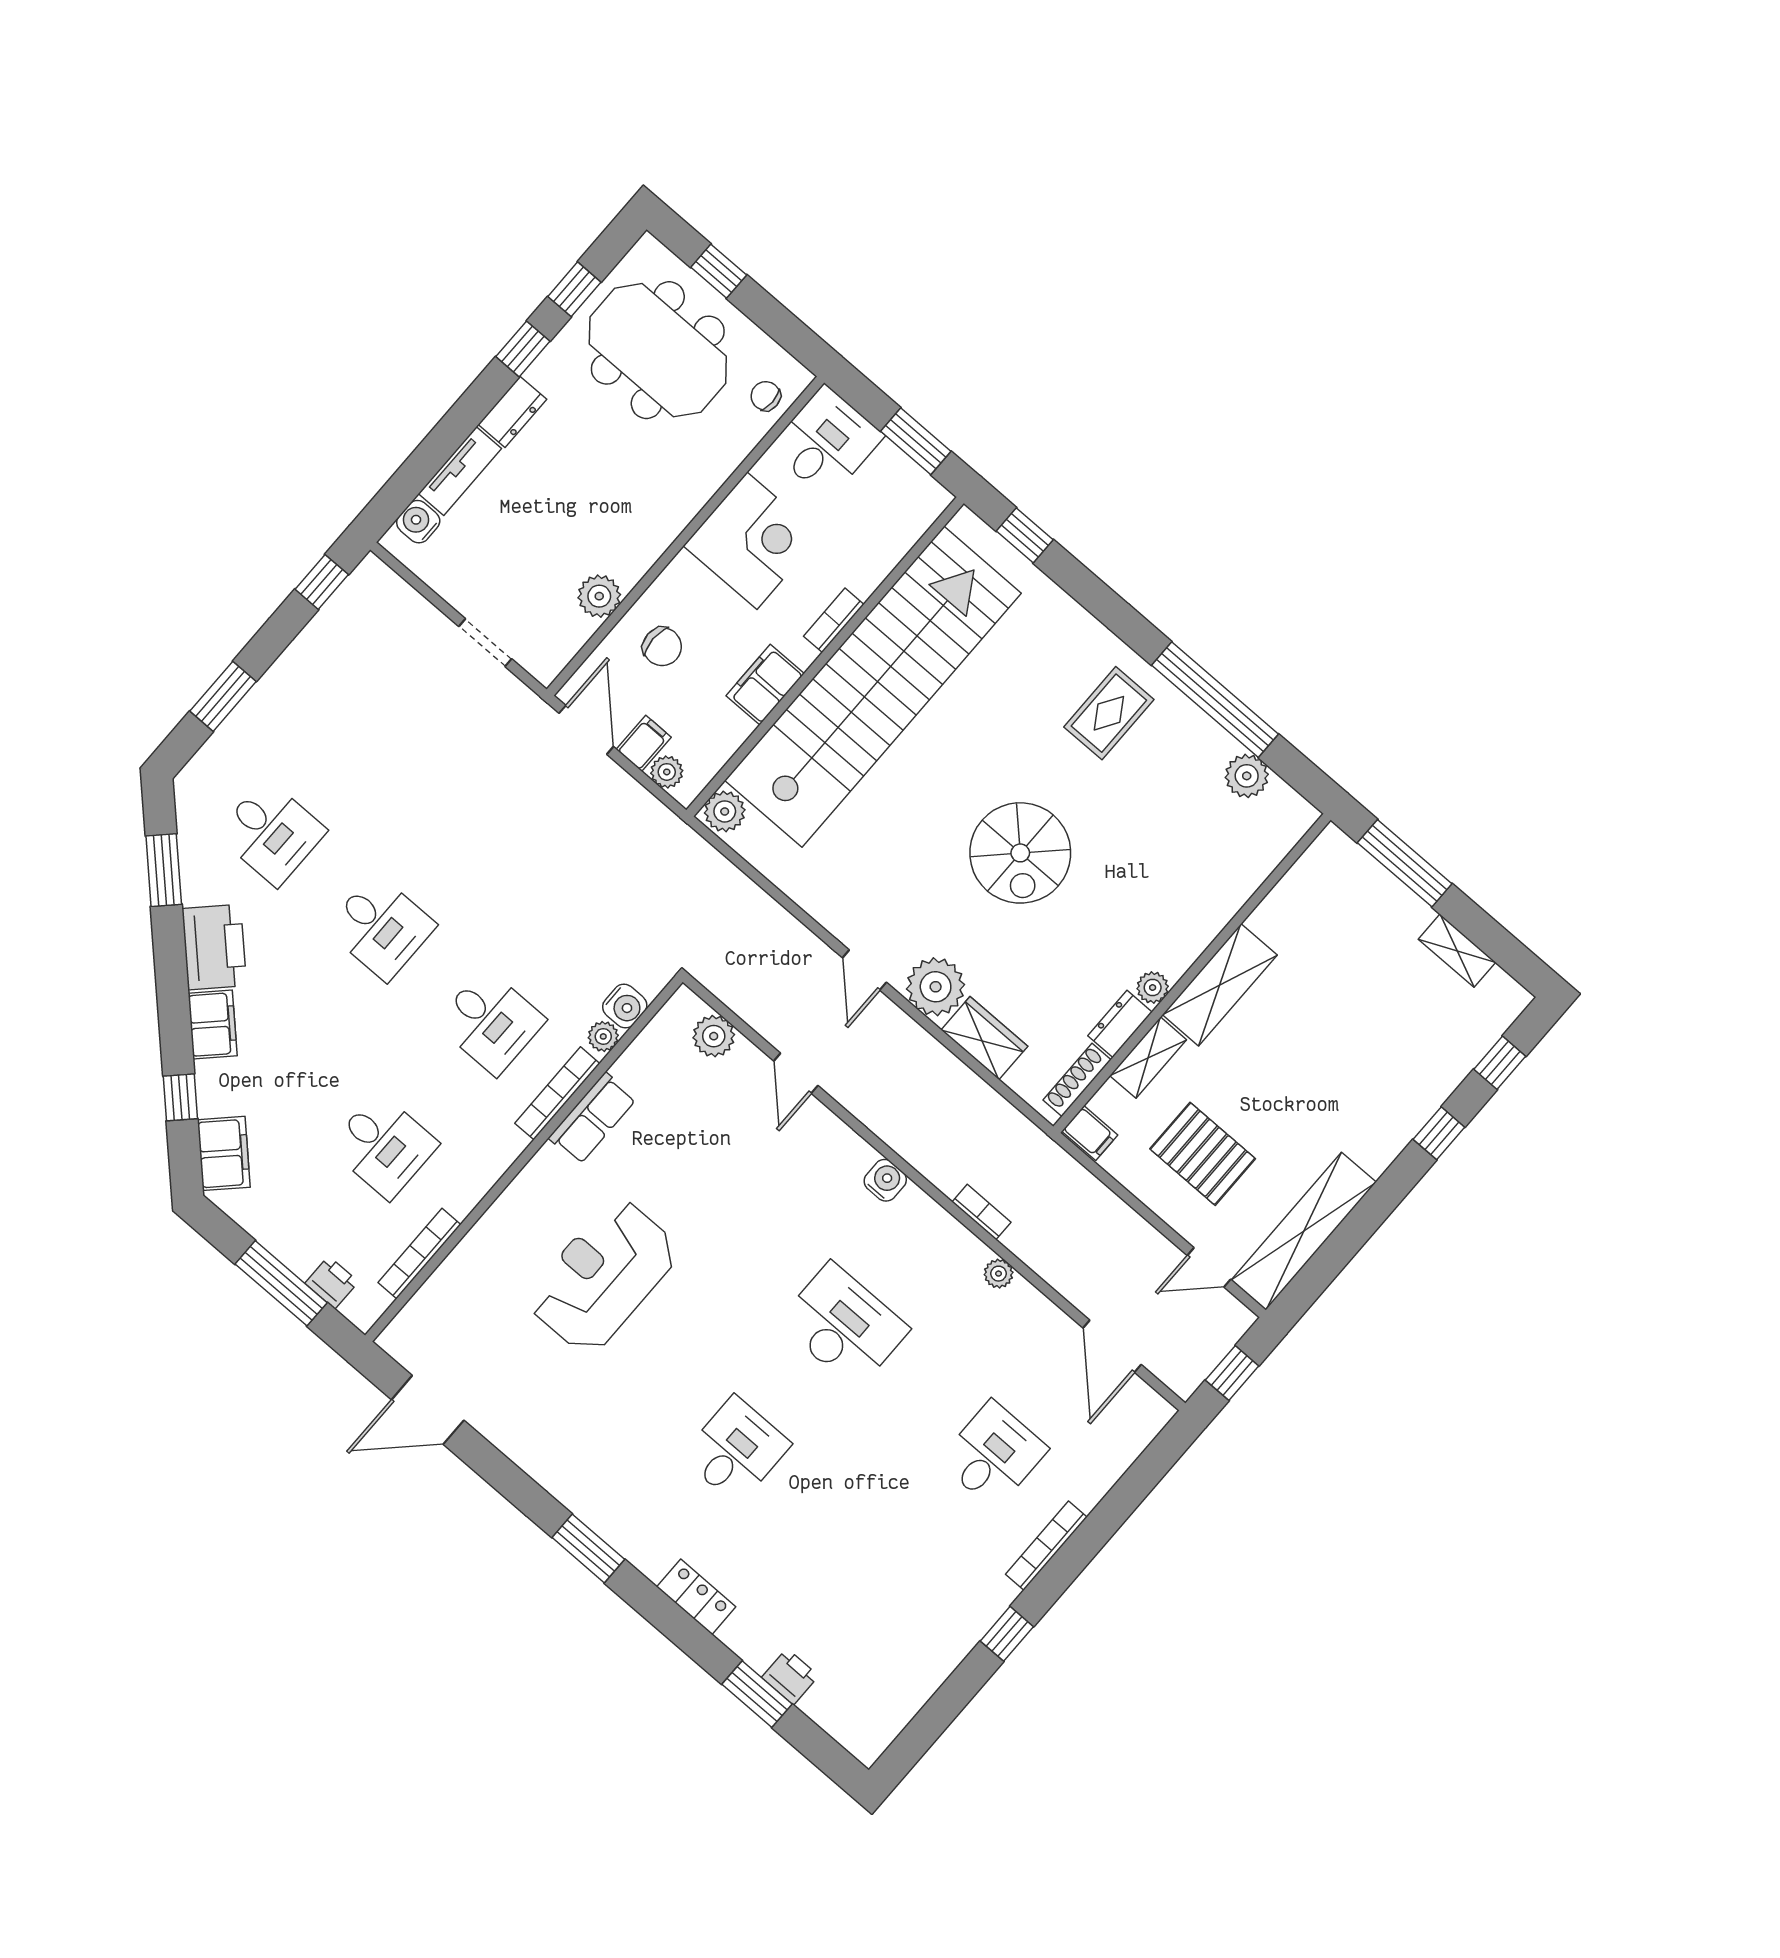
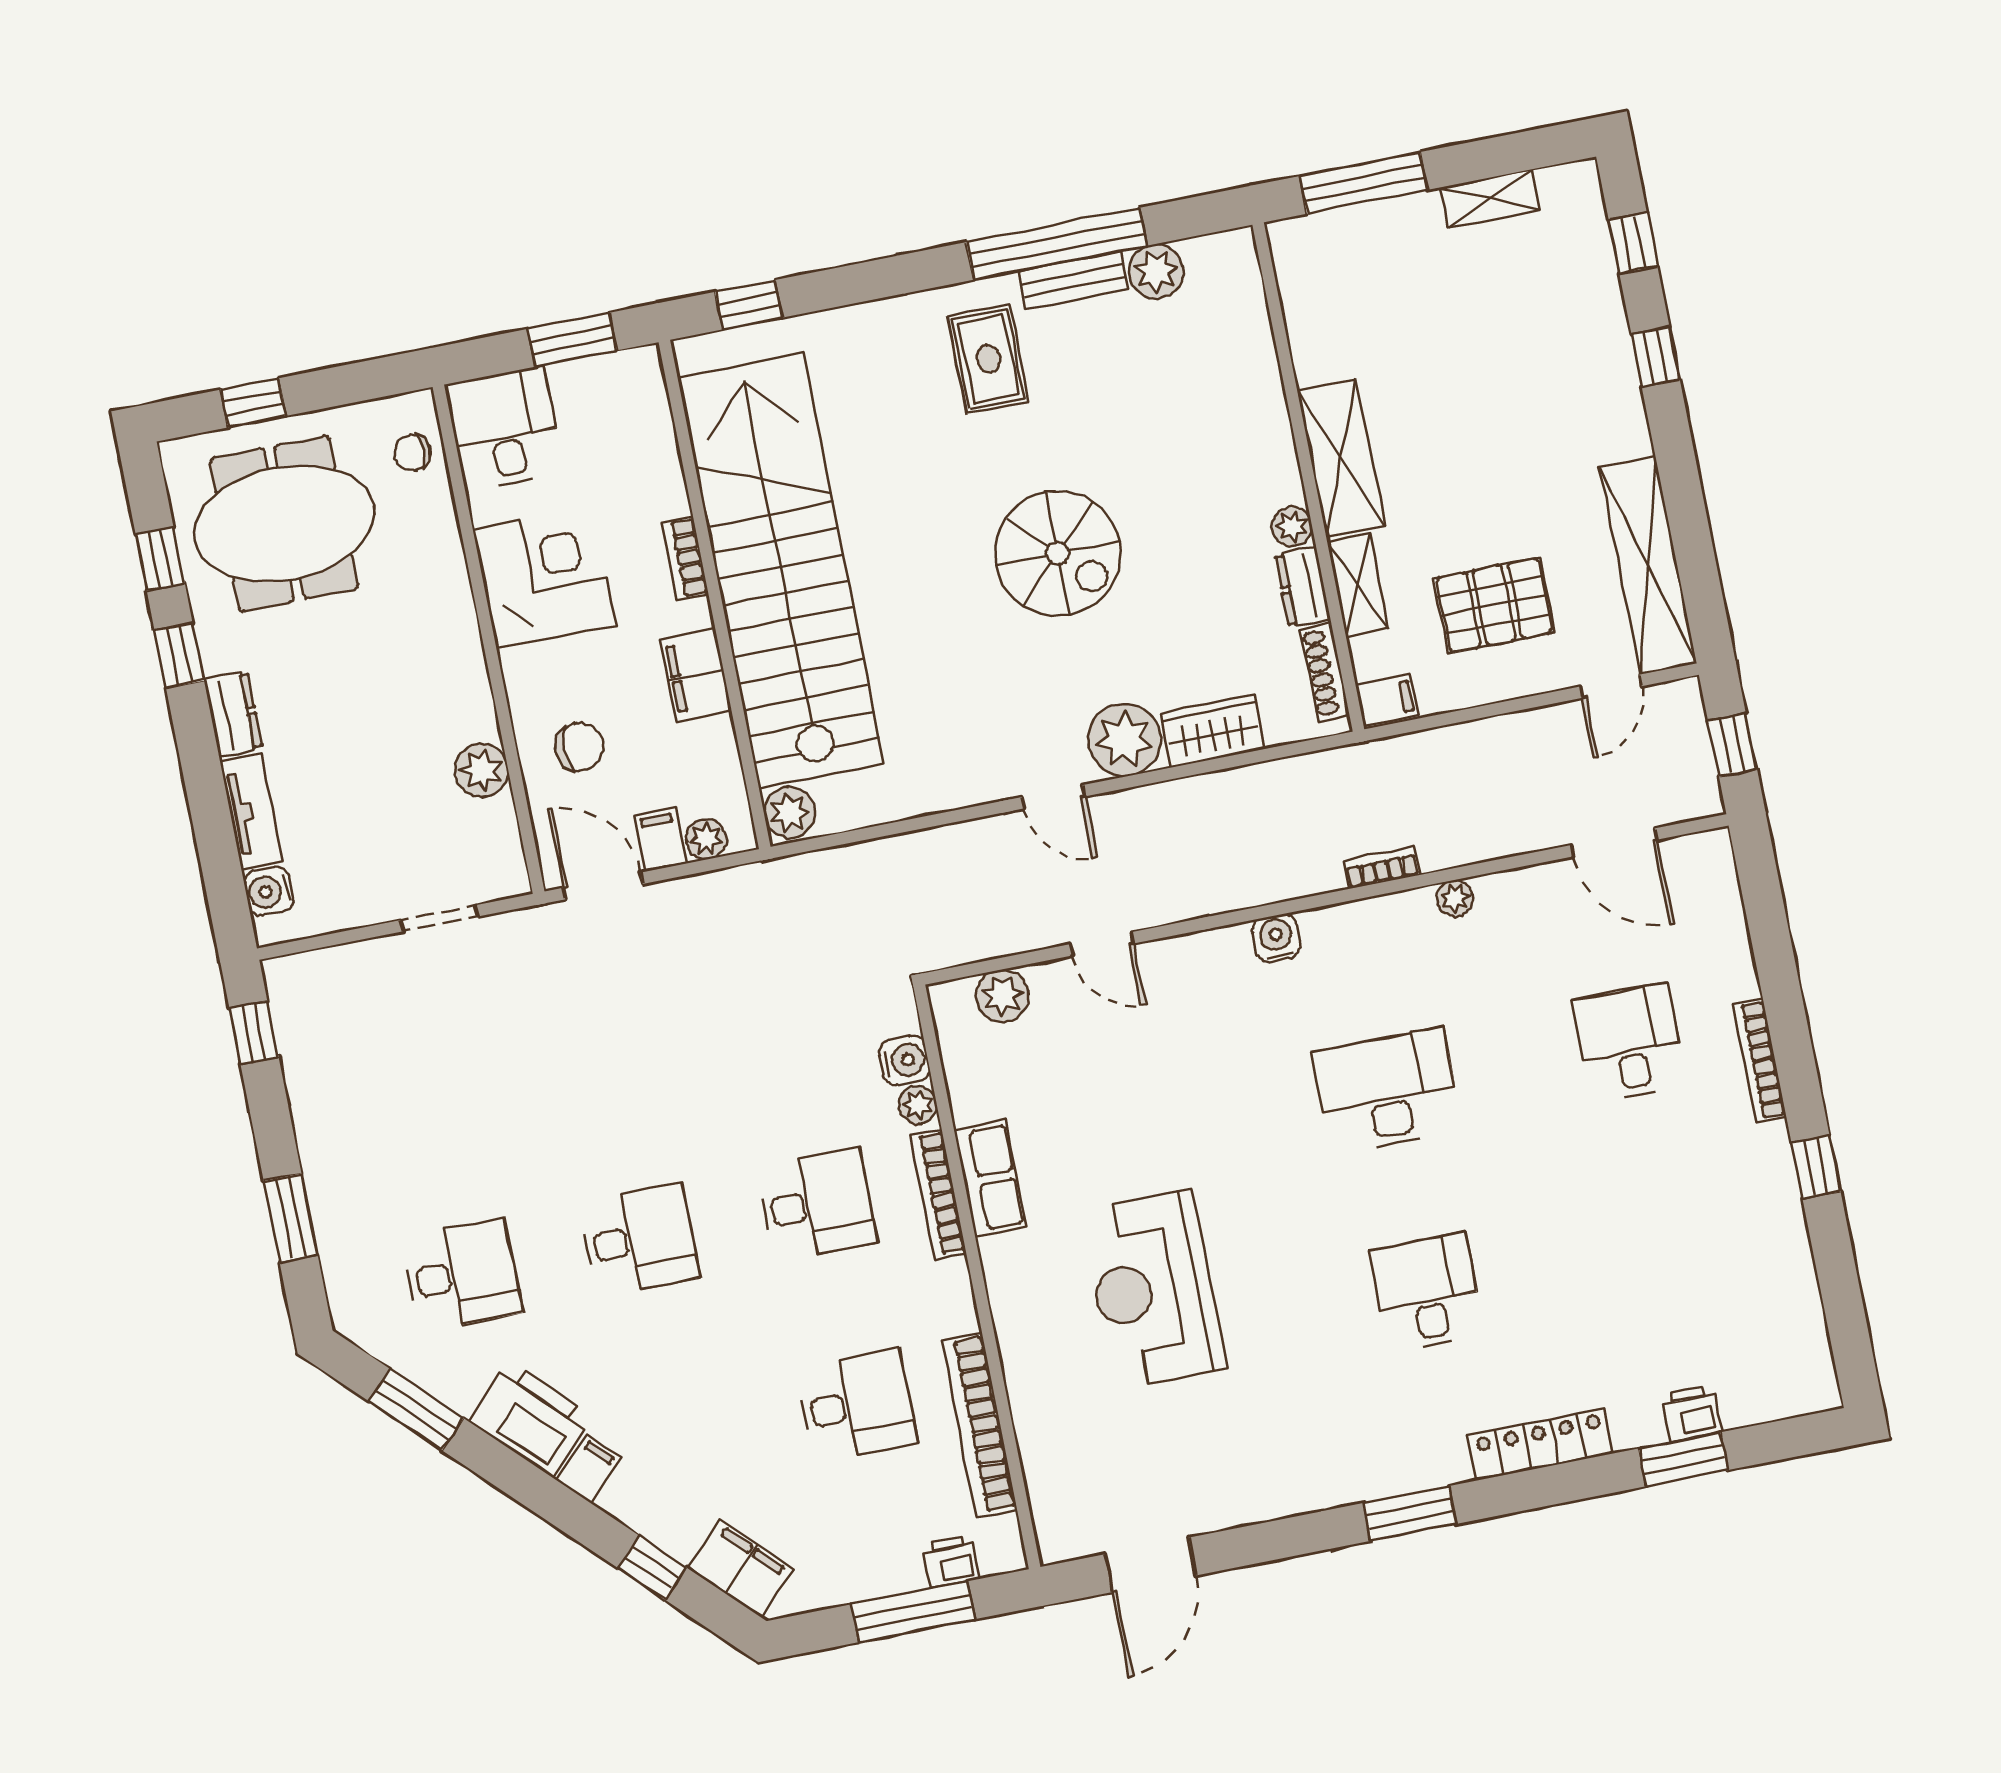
bench: (1200, 728) -> (1073, 280), added
filing cabinet: (213, 1024) -> (588, 1469), width x0.50
bookcase: (419, 1253) -> (979, 1425), width x1.48, depth x1.31
locker: (696, 1597) -> (1541, 1444), width x1.53

